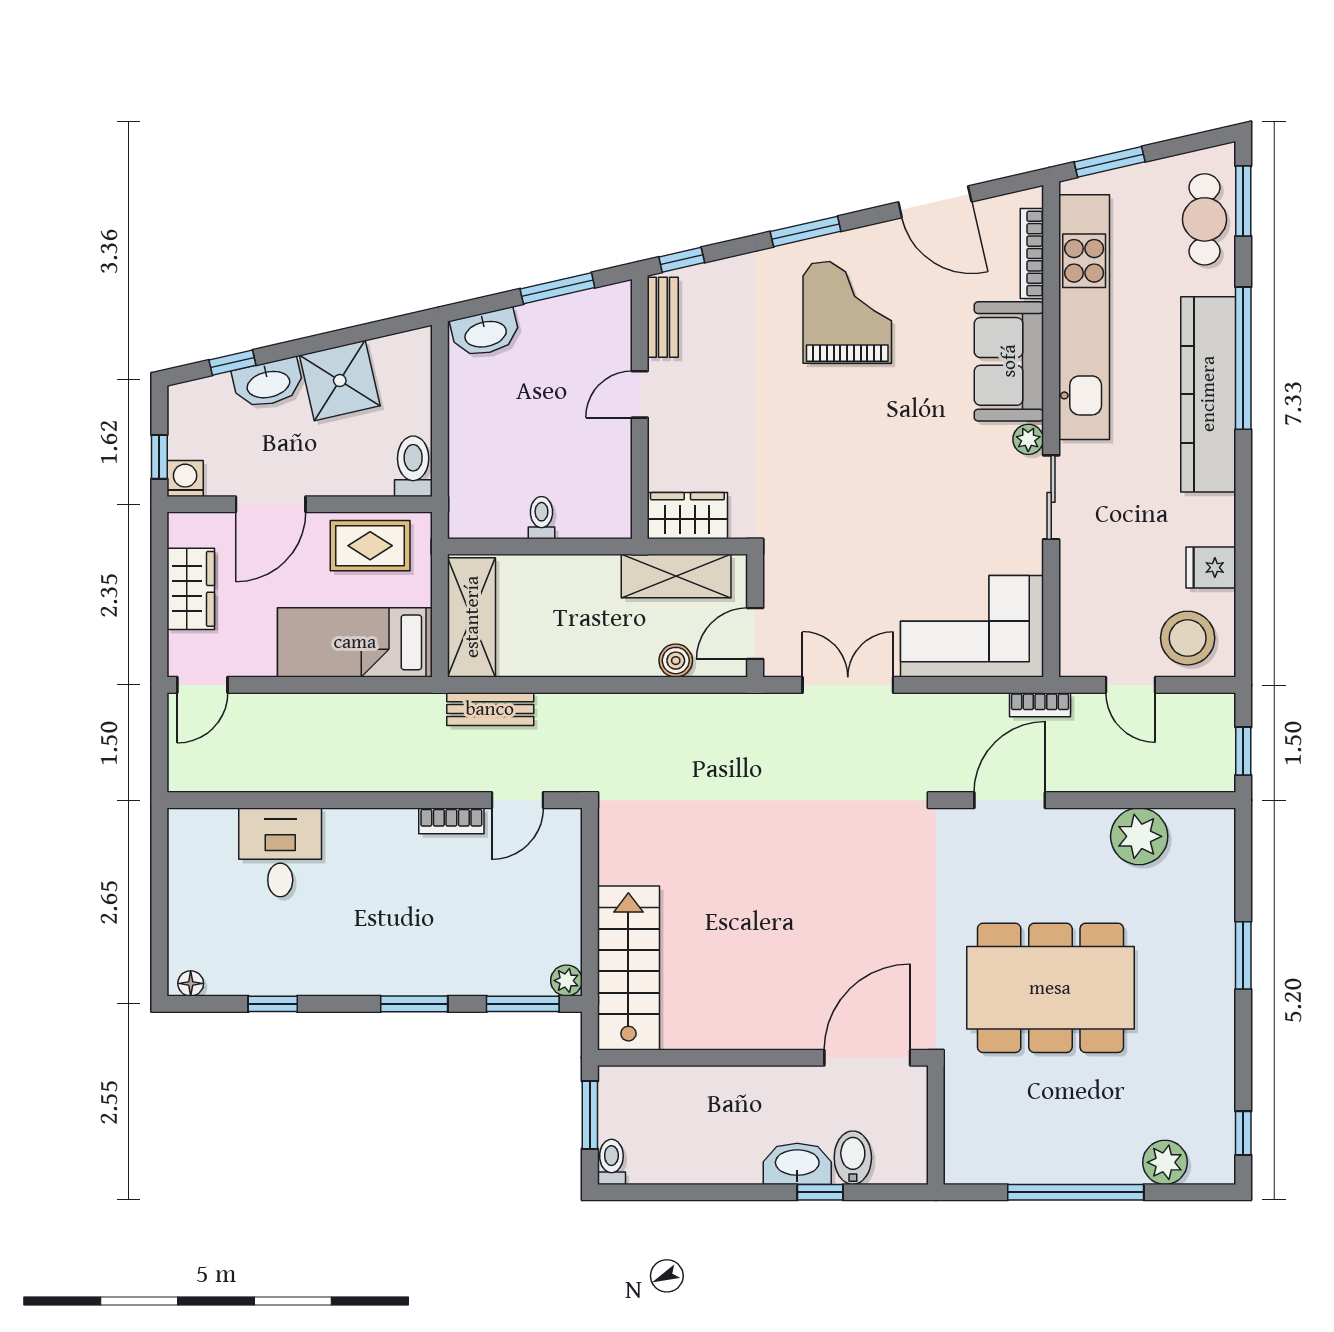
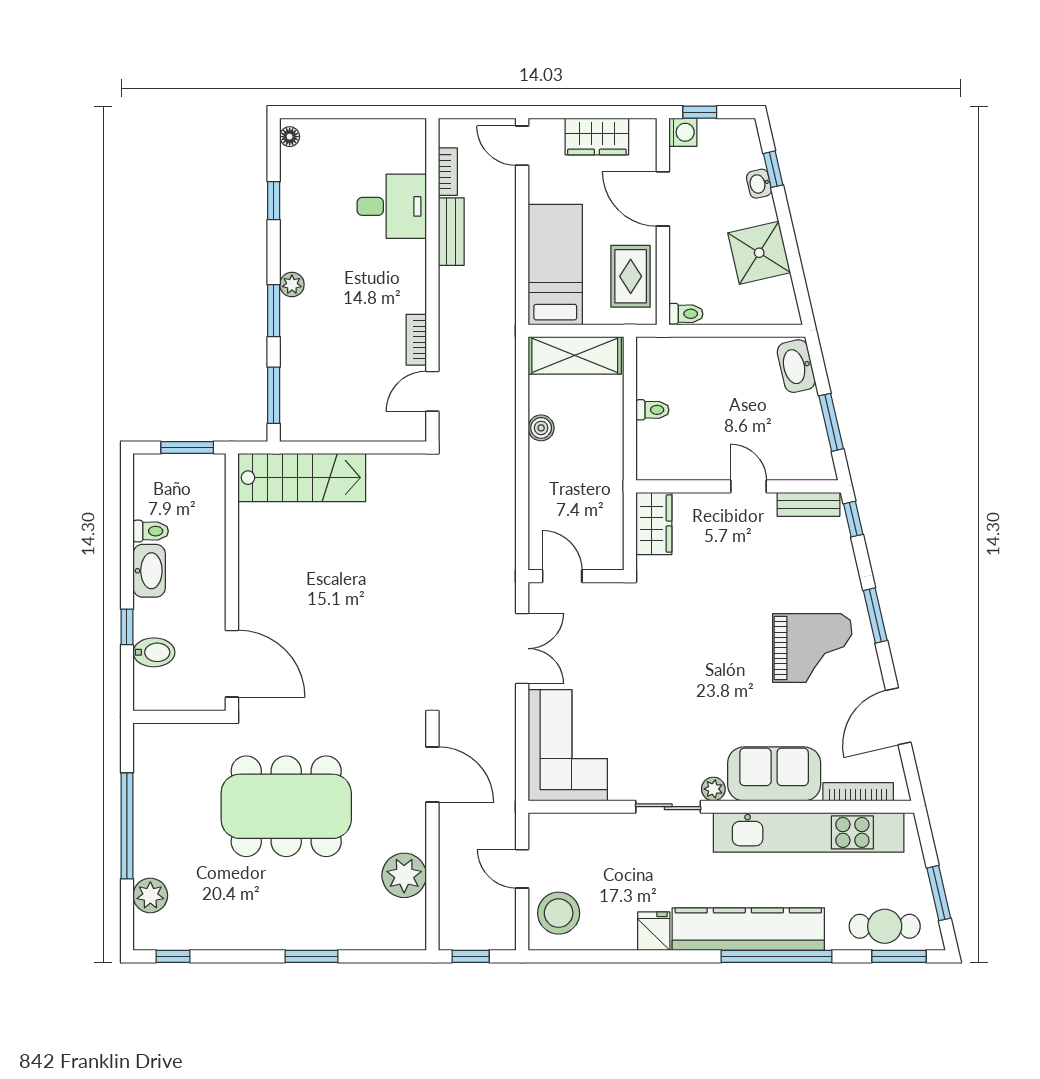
window: (1110, 162) -> (939, 893), moved
washbasin: (268, 383) -> (759, 184), width x0.52, depth x0.69
toilet: (413, 466) -> (686, 314), width x0.73, depth x0.72
fridge: (1211, 567) -> (654, 931), moved
shelving: (676, 576) -> (607, 515), removed
boiler: (676, 661) -> (541, 428), moved
door: (1131, 685) -> (522, 869), hinge flipped
bookcase: (1040, 705) -> (448, 172), moved, turned 180
bench: (490, 709) -> (451, 232), moved
door: (518, 800) -> (432, 391), hinge flipped
plant: (566, 981) -> (292, 284), moved
dining table: (1050, 988) -> (286, 806), turned 90
toilet: (611, 1162) -> (151, 531), moved
washbasin: (797, 1164) -> (149, 571), moved

